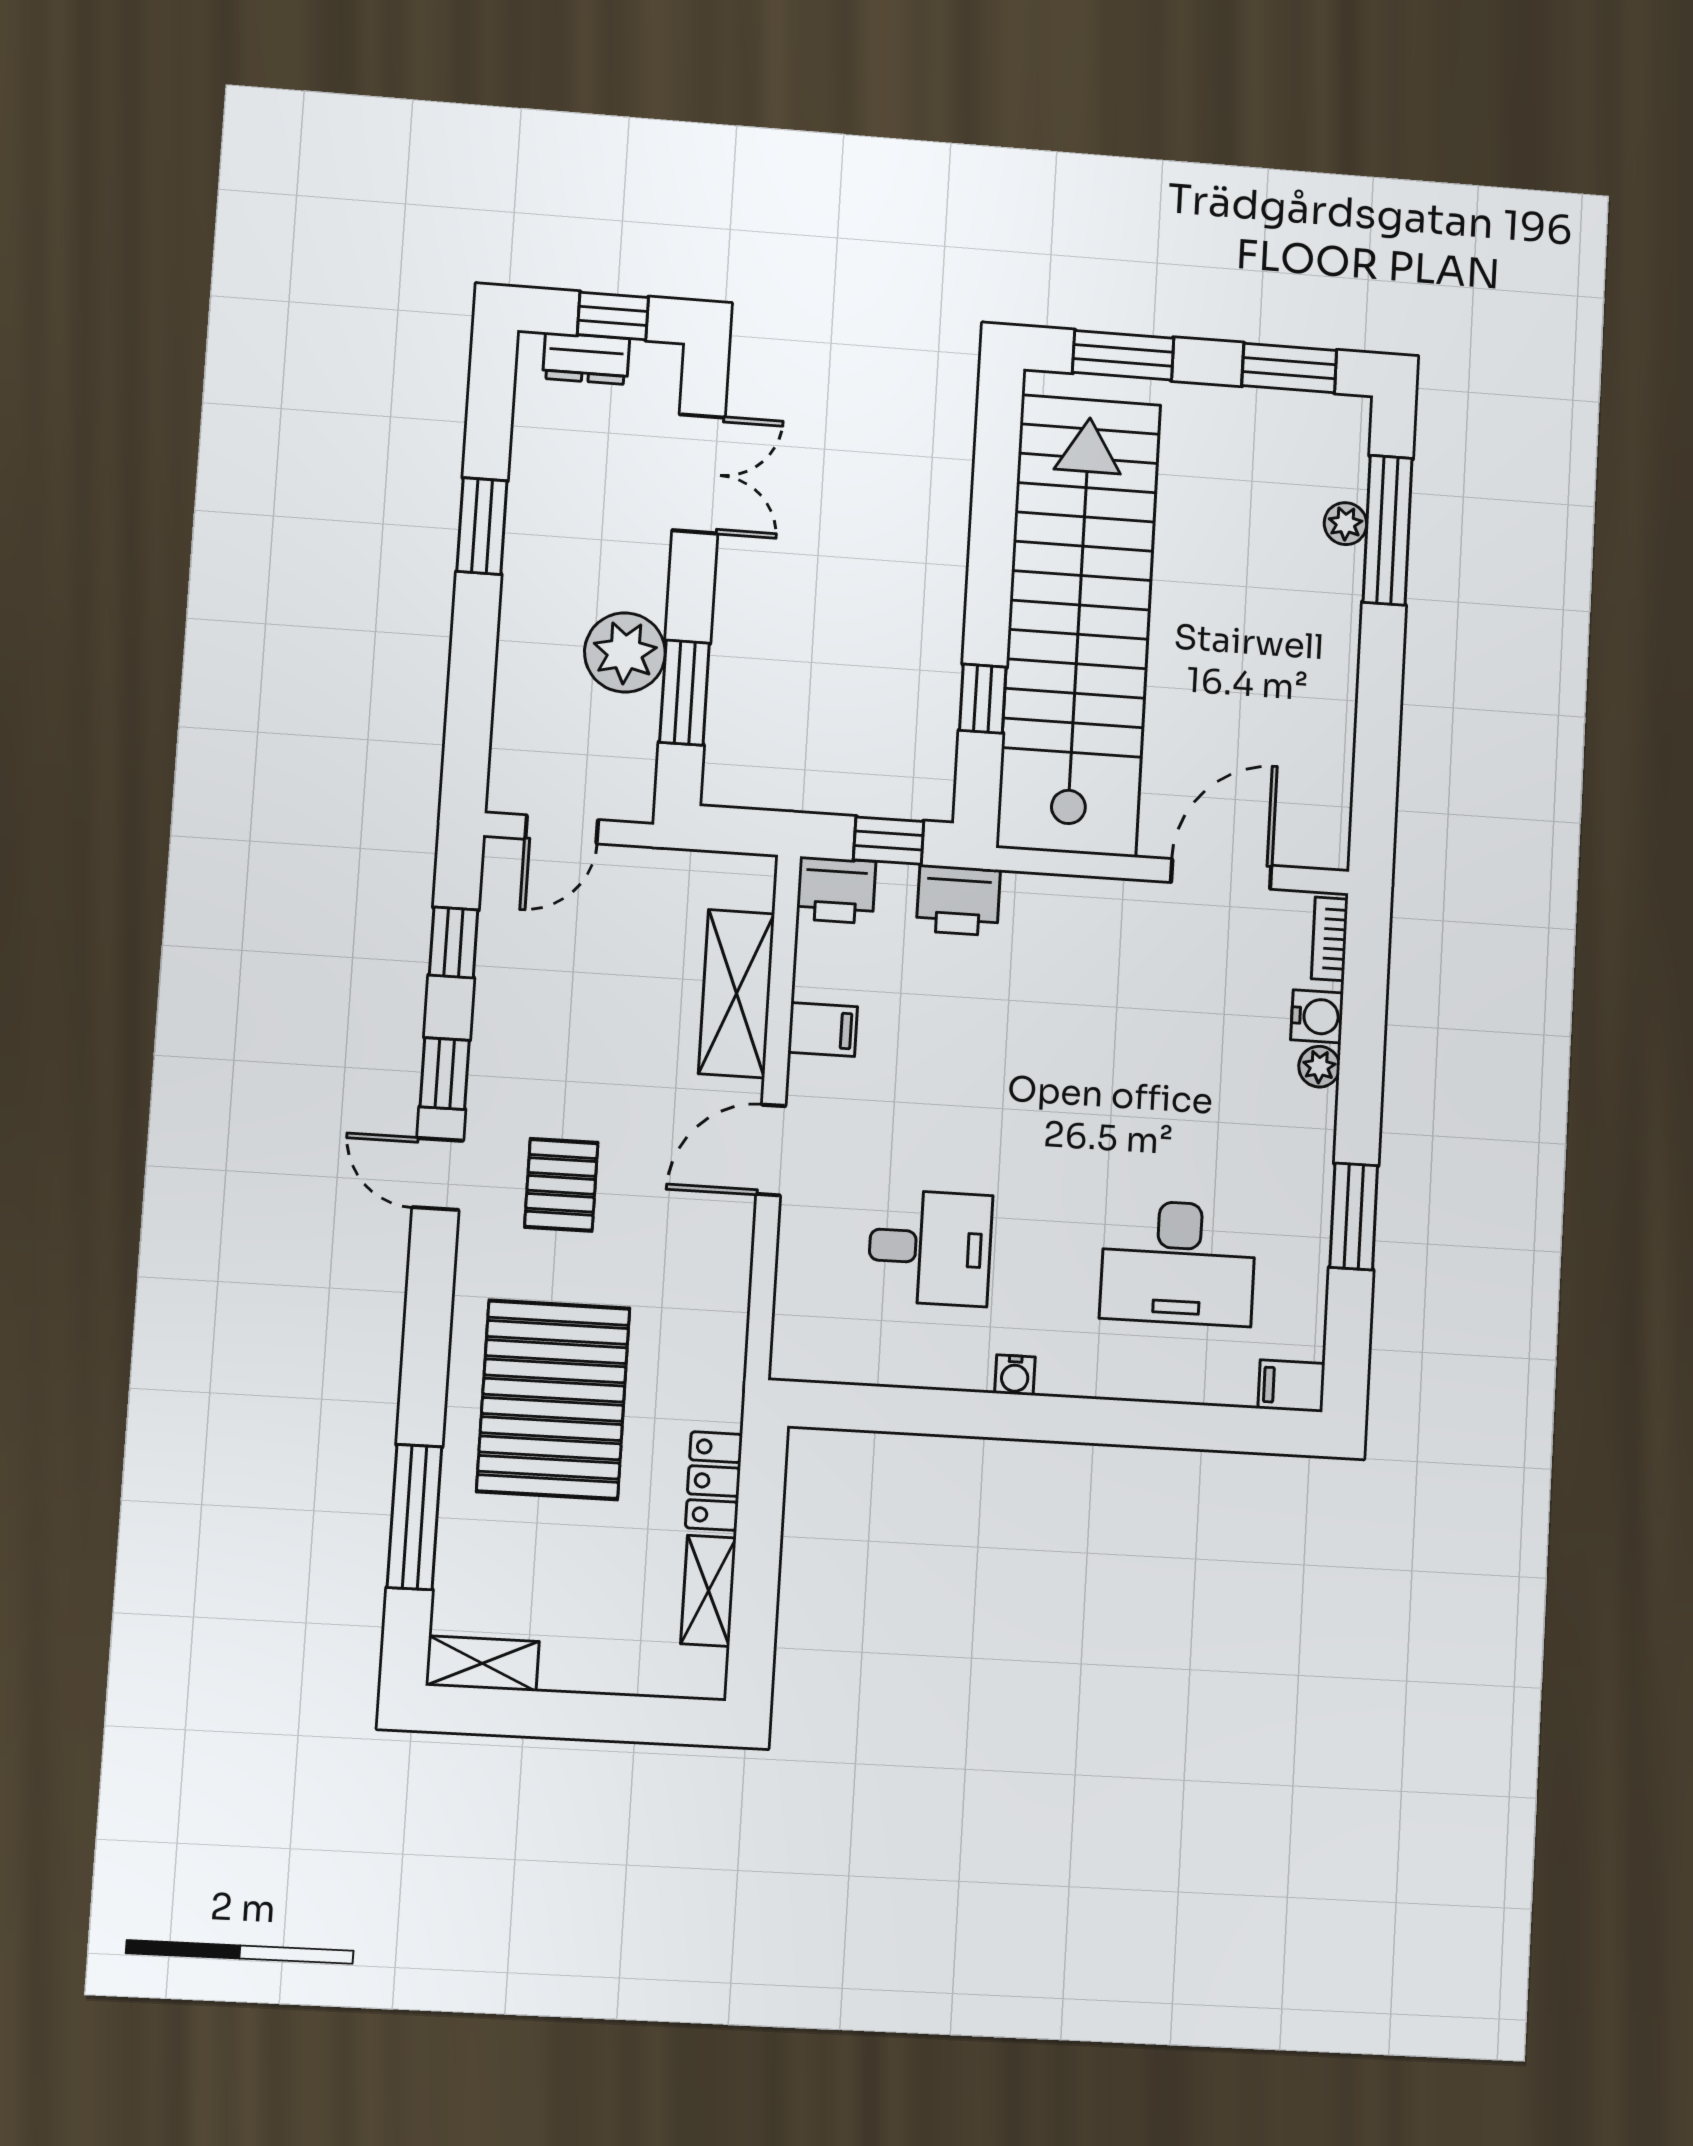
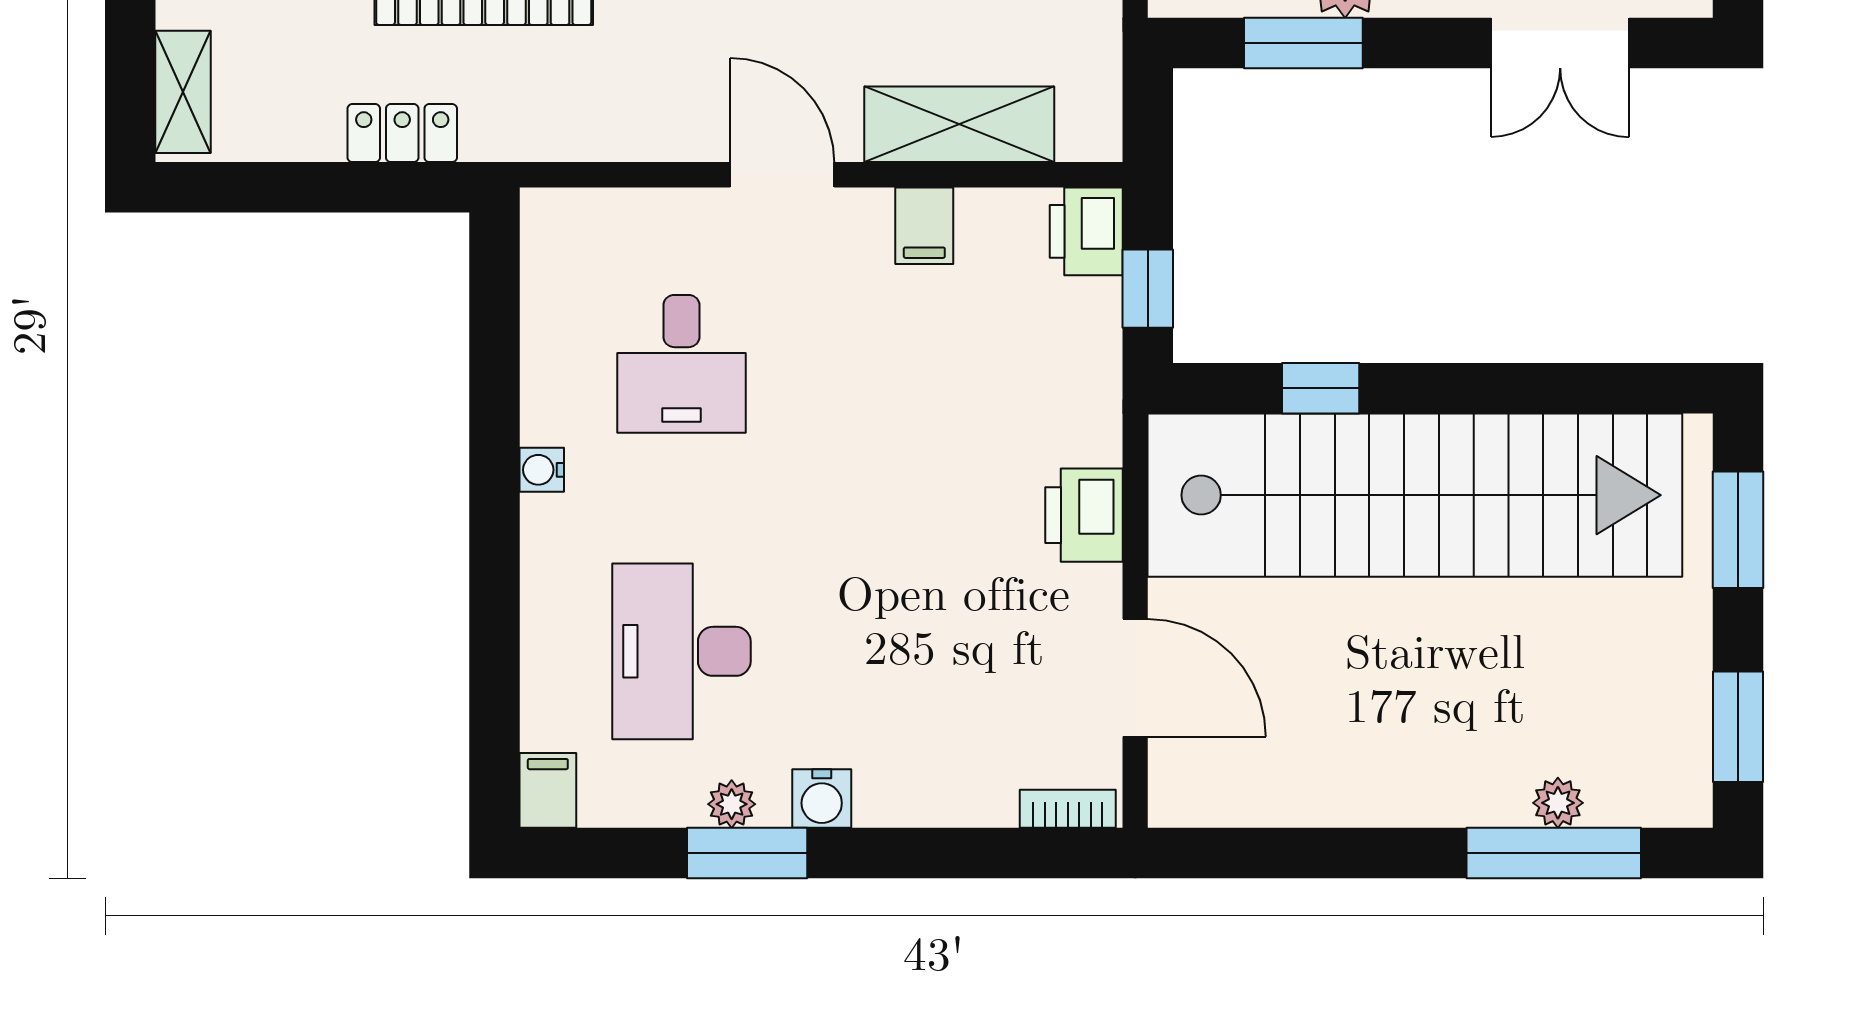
printer: (958, 900) -> (1084, 515), moved
water cooler: (1317, 1016) -> (822, 798), moved
plant: (1319, 1067) -> (732, 804), moved
shelving: (708, 1591) -> (183, 92), moved, turned 90

